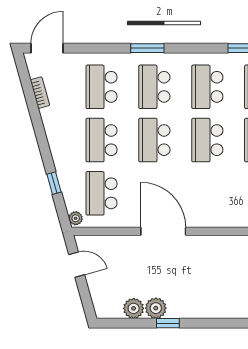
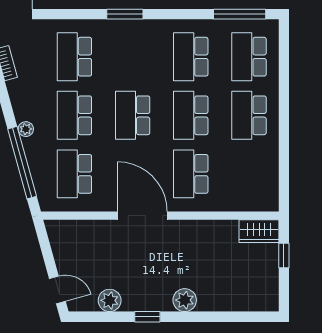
school desk: (154, 87) -> (191, 174), moved
window: (54, 183) -> (22, 163), width x3.17
plant: (76, 218) -> (26, 129), moved
door: (77, 265) -> (57, 290), moved
plant: (156, 308) -> (185, 300), moved

